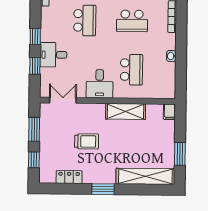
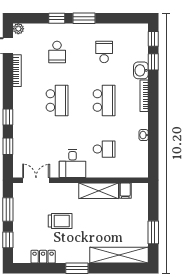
school desk: (132, 21) -> (104, 100), turned -90
desk: (53, 55) -> (26, 135), removed
school desk: (131, 70) -> (104, 149), width x0.54
filing cabinet: (169, 112) -> (125, 191), moved

